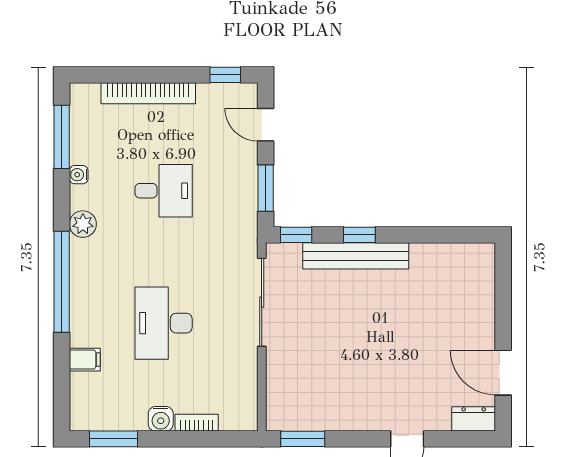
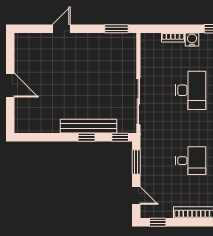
desk: (164, 191) -> (190, 161), turned 180
door: (503, 373) -> (10, 85), moved
dresser: (474, 419) -> (26, 39), removed

